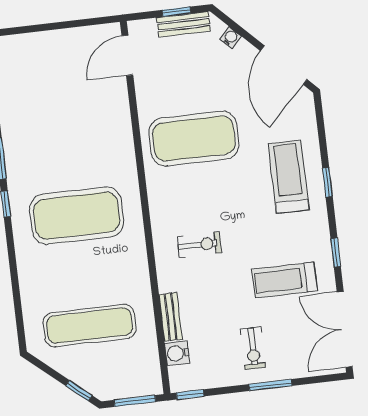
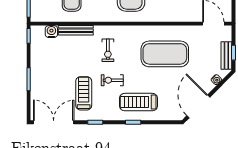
door: (284, 65) -> (198, 106), hinge flipped
exercise mat: (194, 139) -> (165, 54), turned 90
treadmill: (289, 177) -> (138, 102), turned 180
bench: (171, 317) -> (76, 30), width x1.36
exercise bike: (253, 348) -> (112, 80), moved

